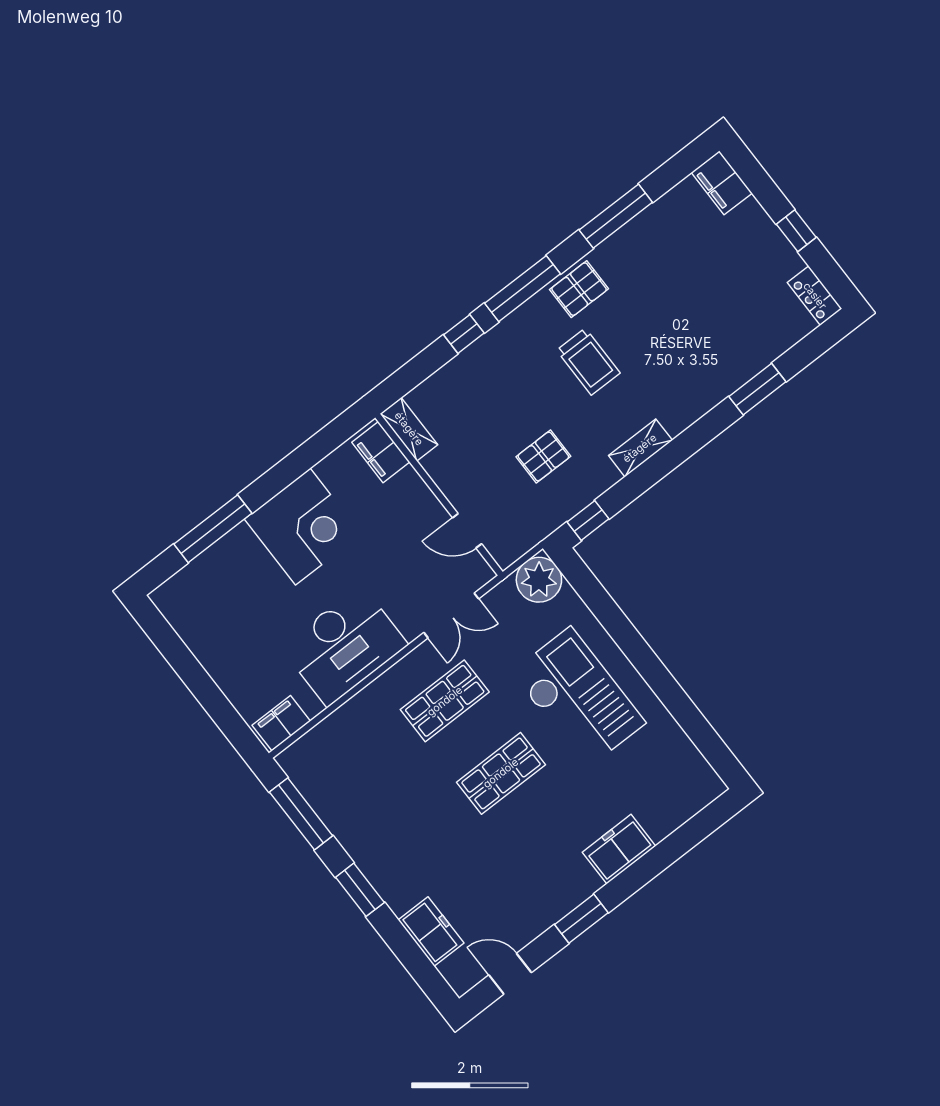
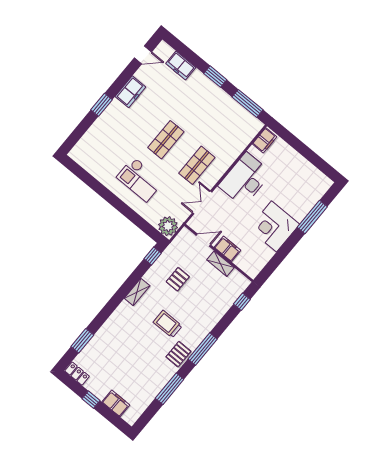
filing cabinet: (722, 183) -> (116, 403), moved
window: (464, 334) -> (242, 302), moved
window: (757, 389) -> (82, 341), moved
shelving: (409, 429) -> (220, 264), moved
filing cabinet: (381, 452) -> (227, 249), moved
checkout: (578, 698) -> (140, 179), width x0.73, depth x0.83
freezer: (619, 849) -> (130, 92), moved
window: (581, 919) -> (101, 105), moved

